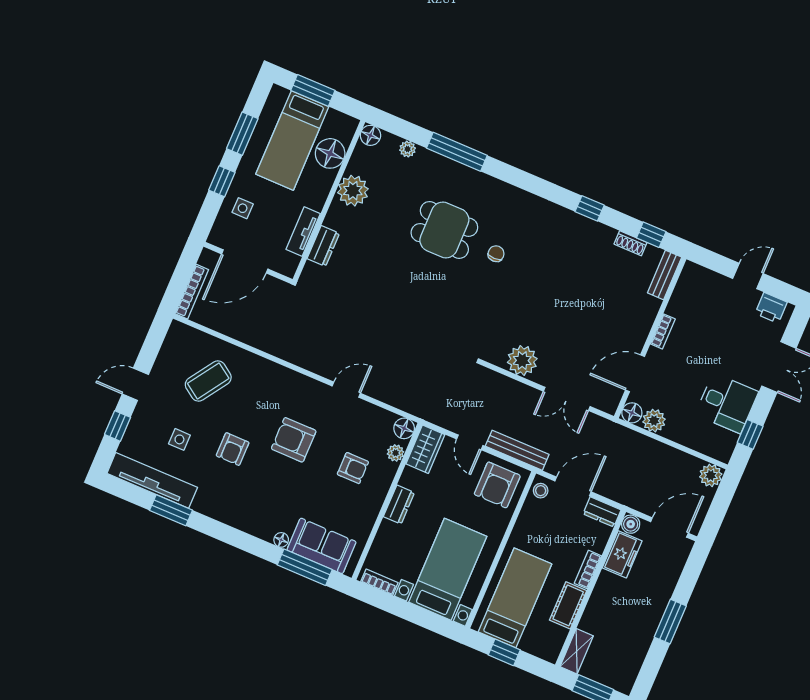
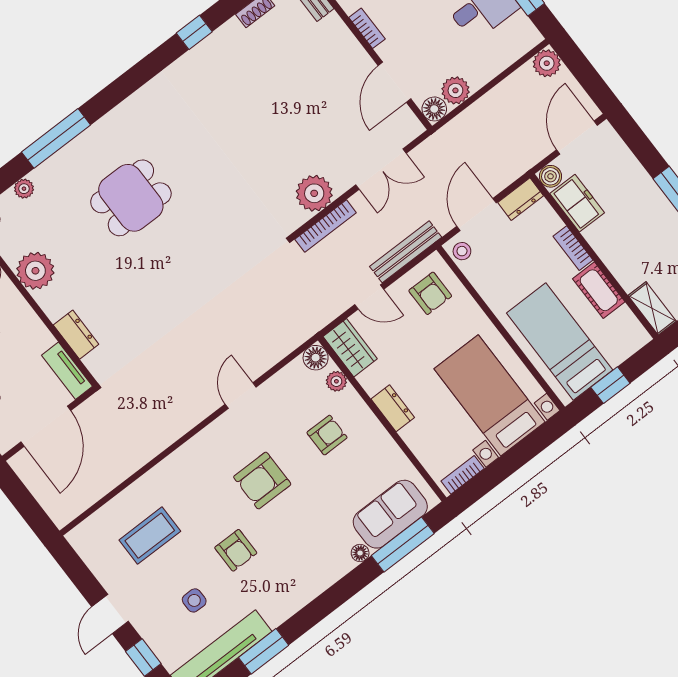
tv unit: (303, 232) -> (67, 371), moved
chair: (496, 254) -> (186, 158), removed
bookcase: (192, 292) -> (326, 226), moved, turned 90
coffee table: (208, 381) -> (150, 536), turned 56
armchair: (497, 485) -> (430, 293), width x0.72, depth x0.72

